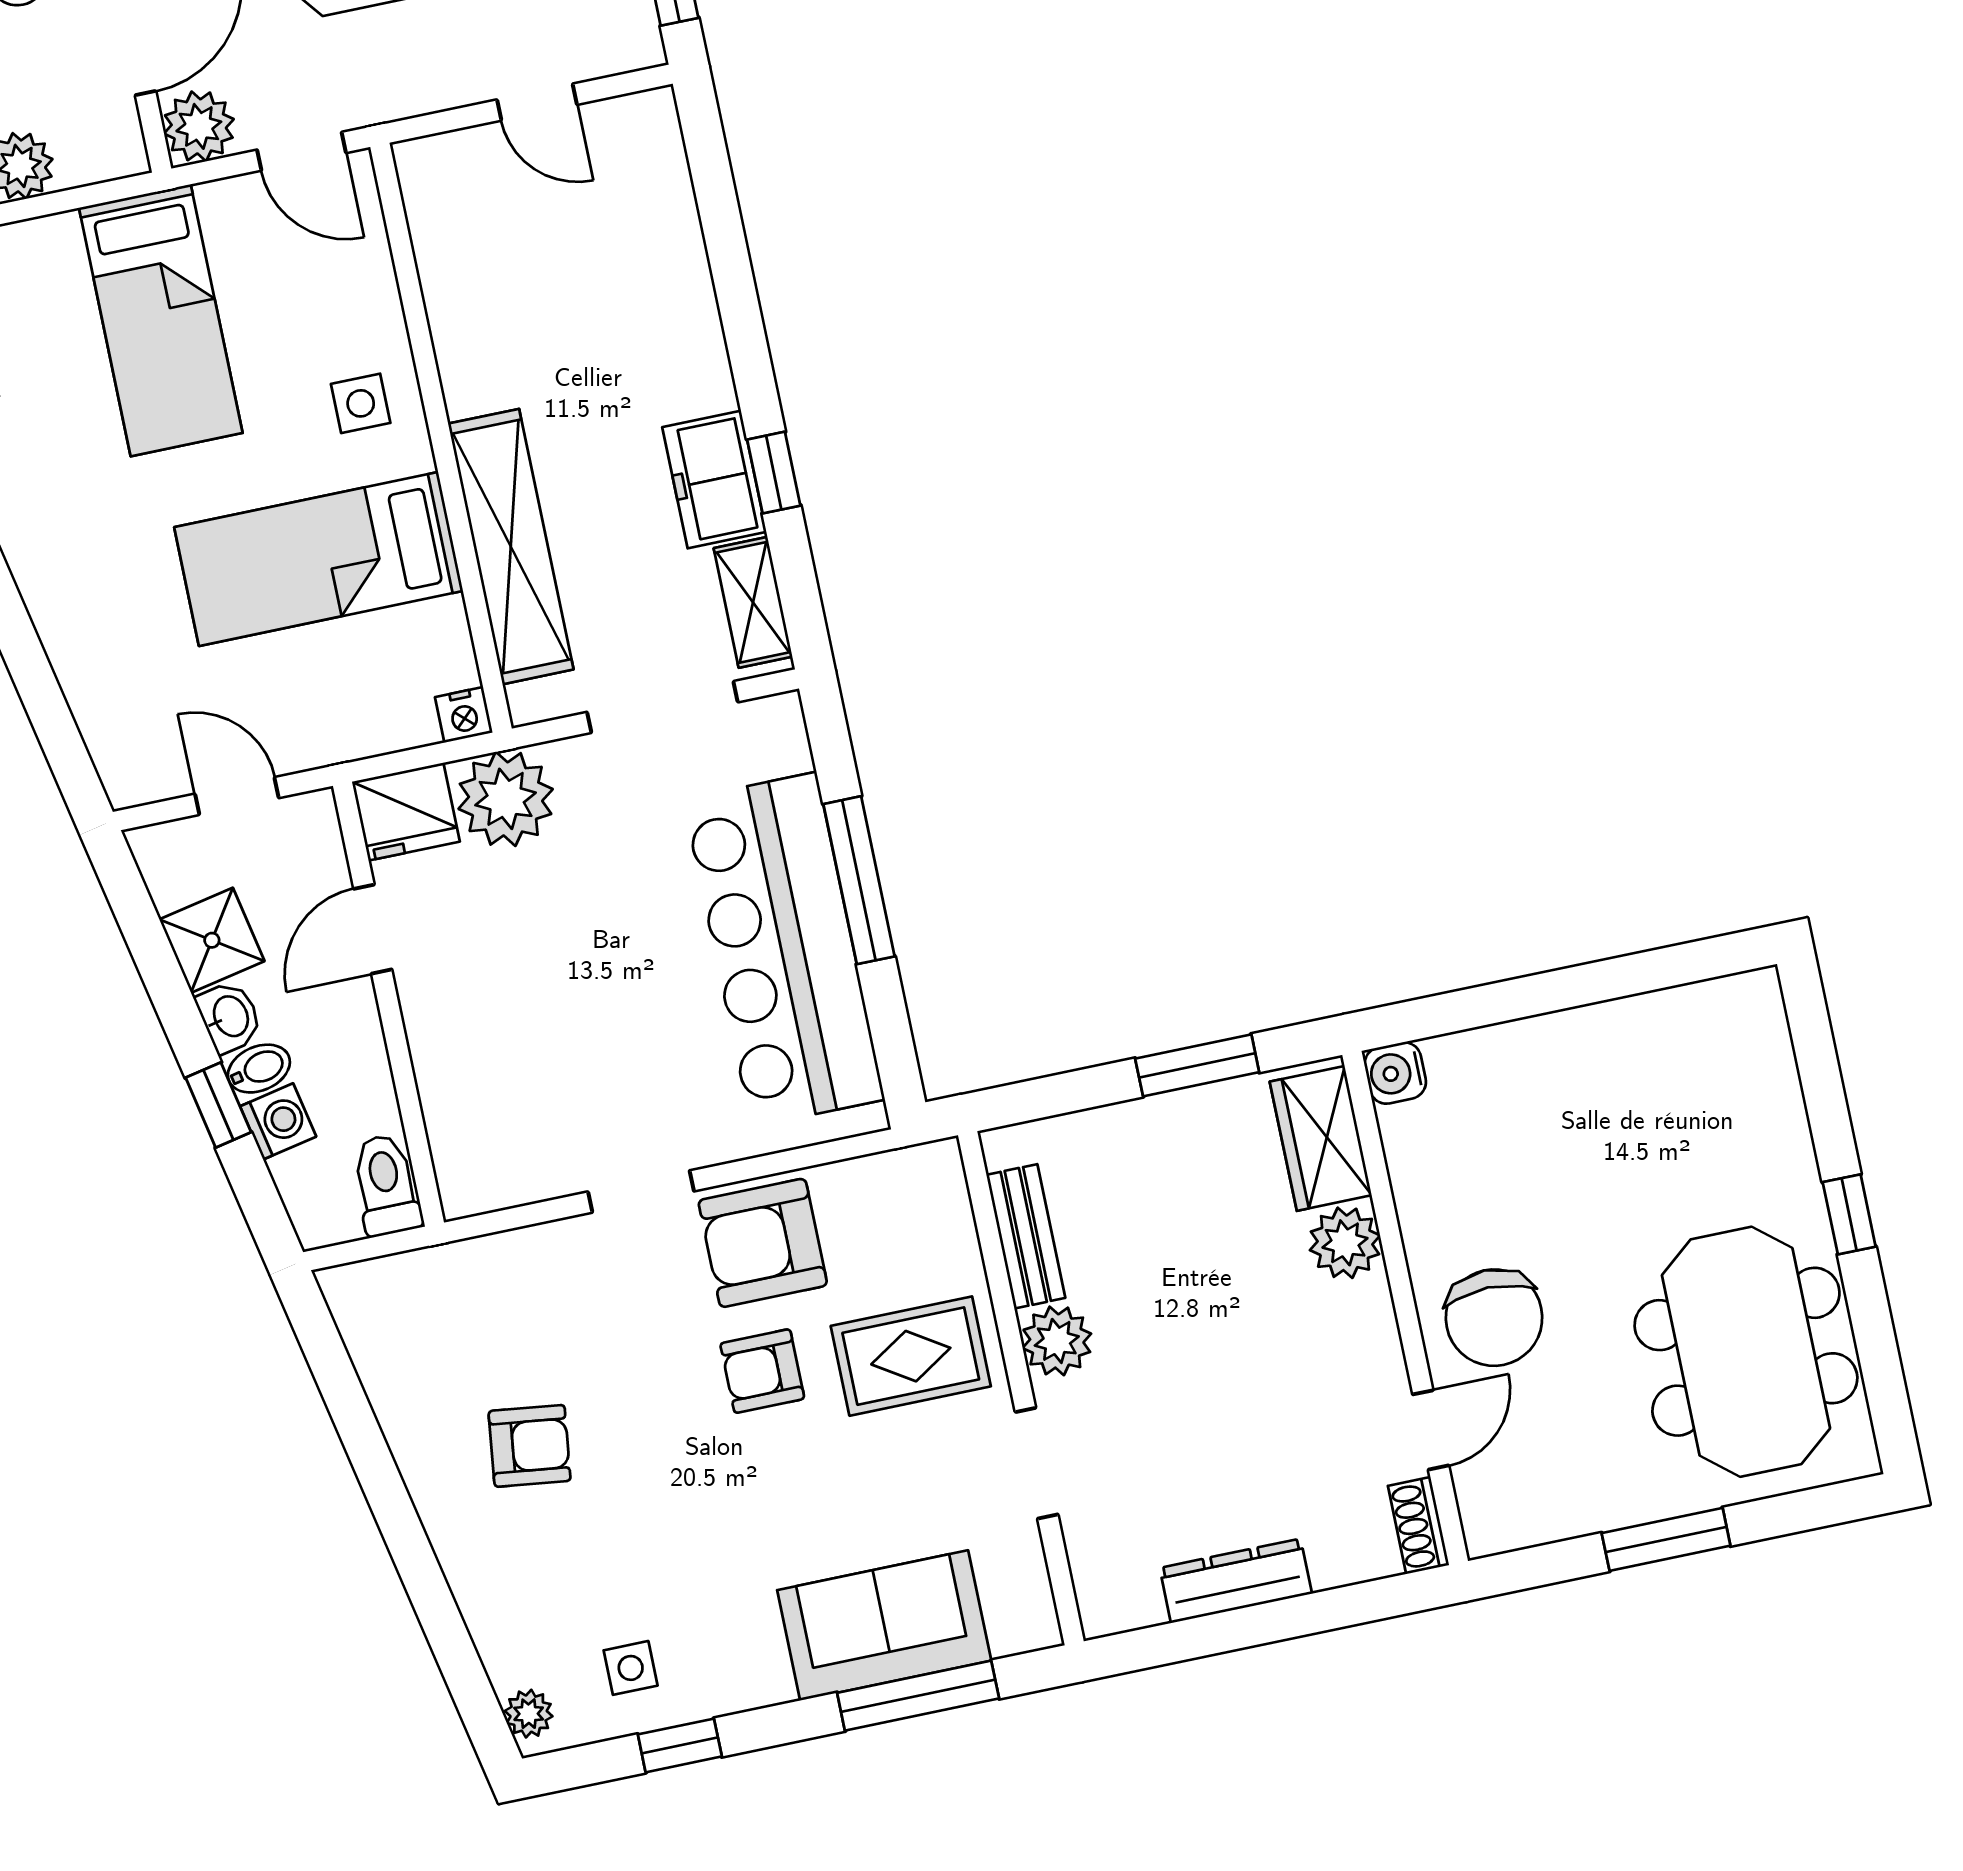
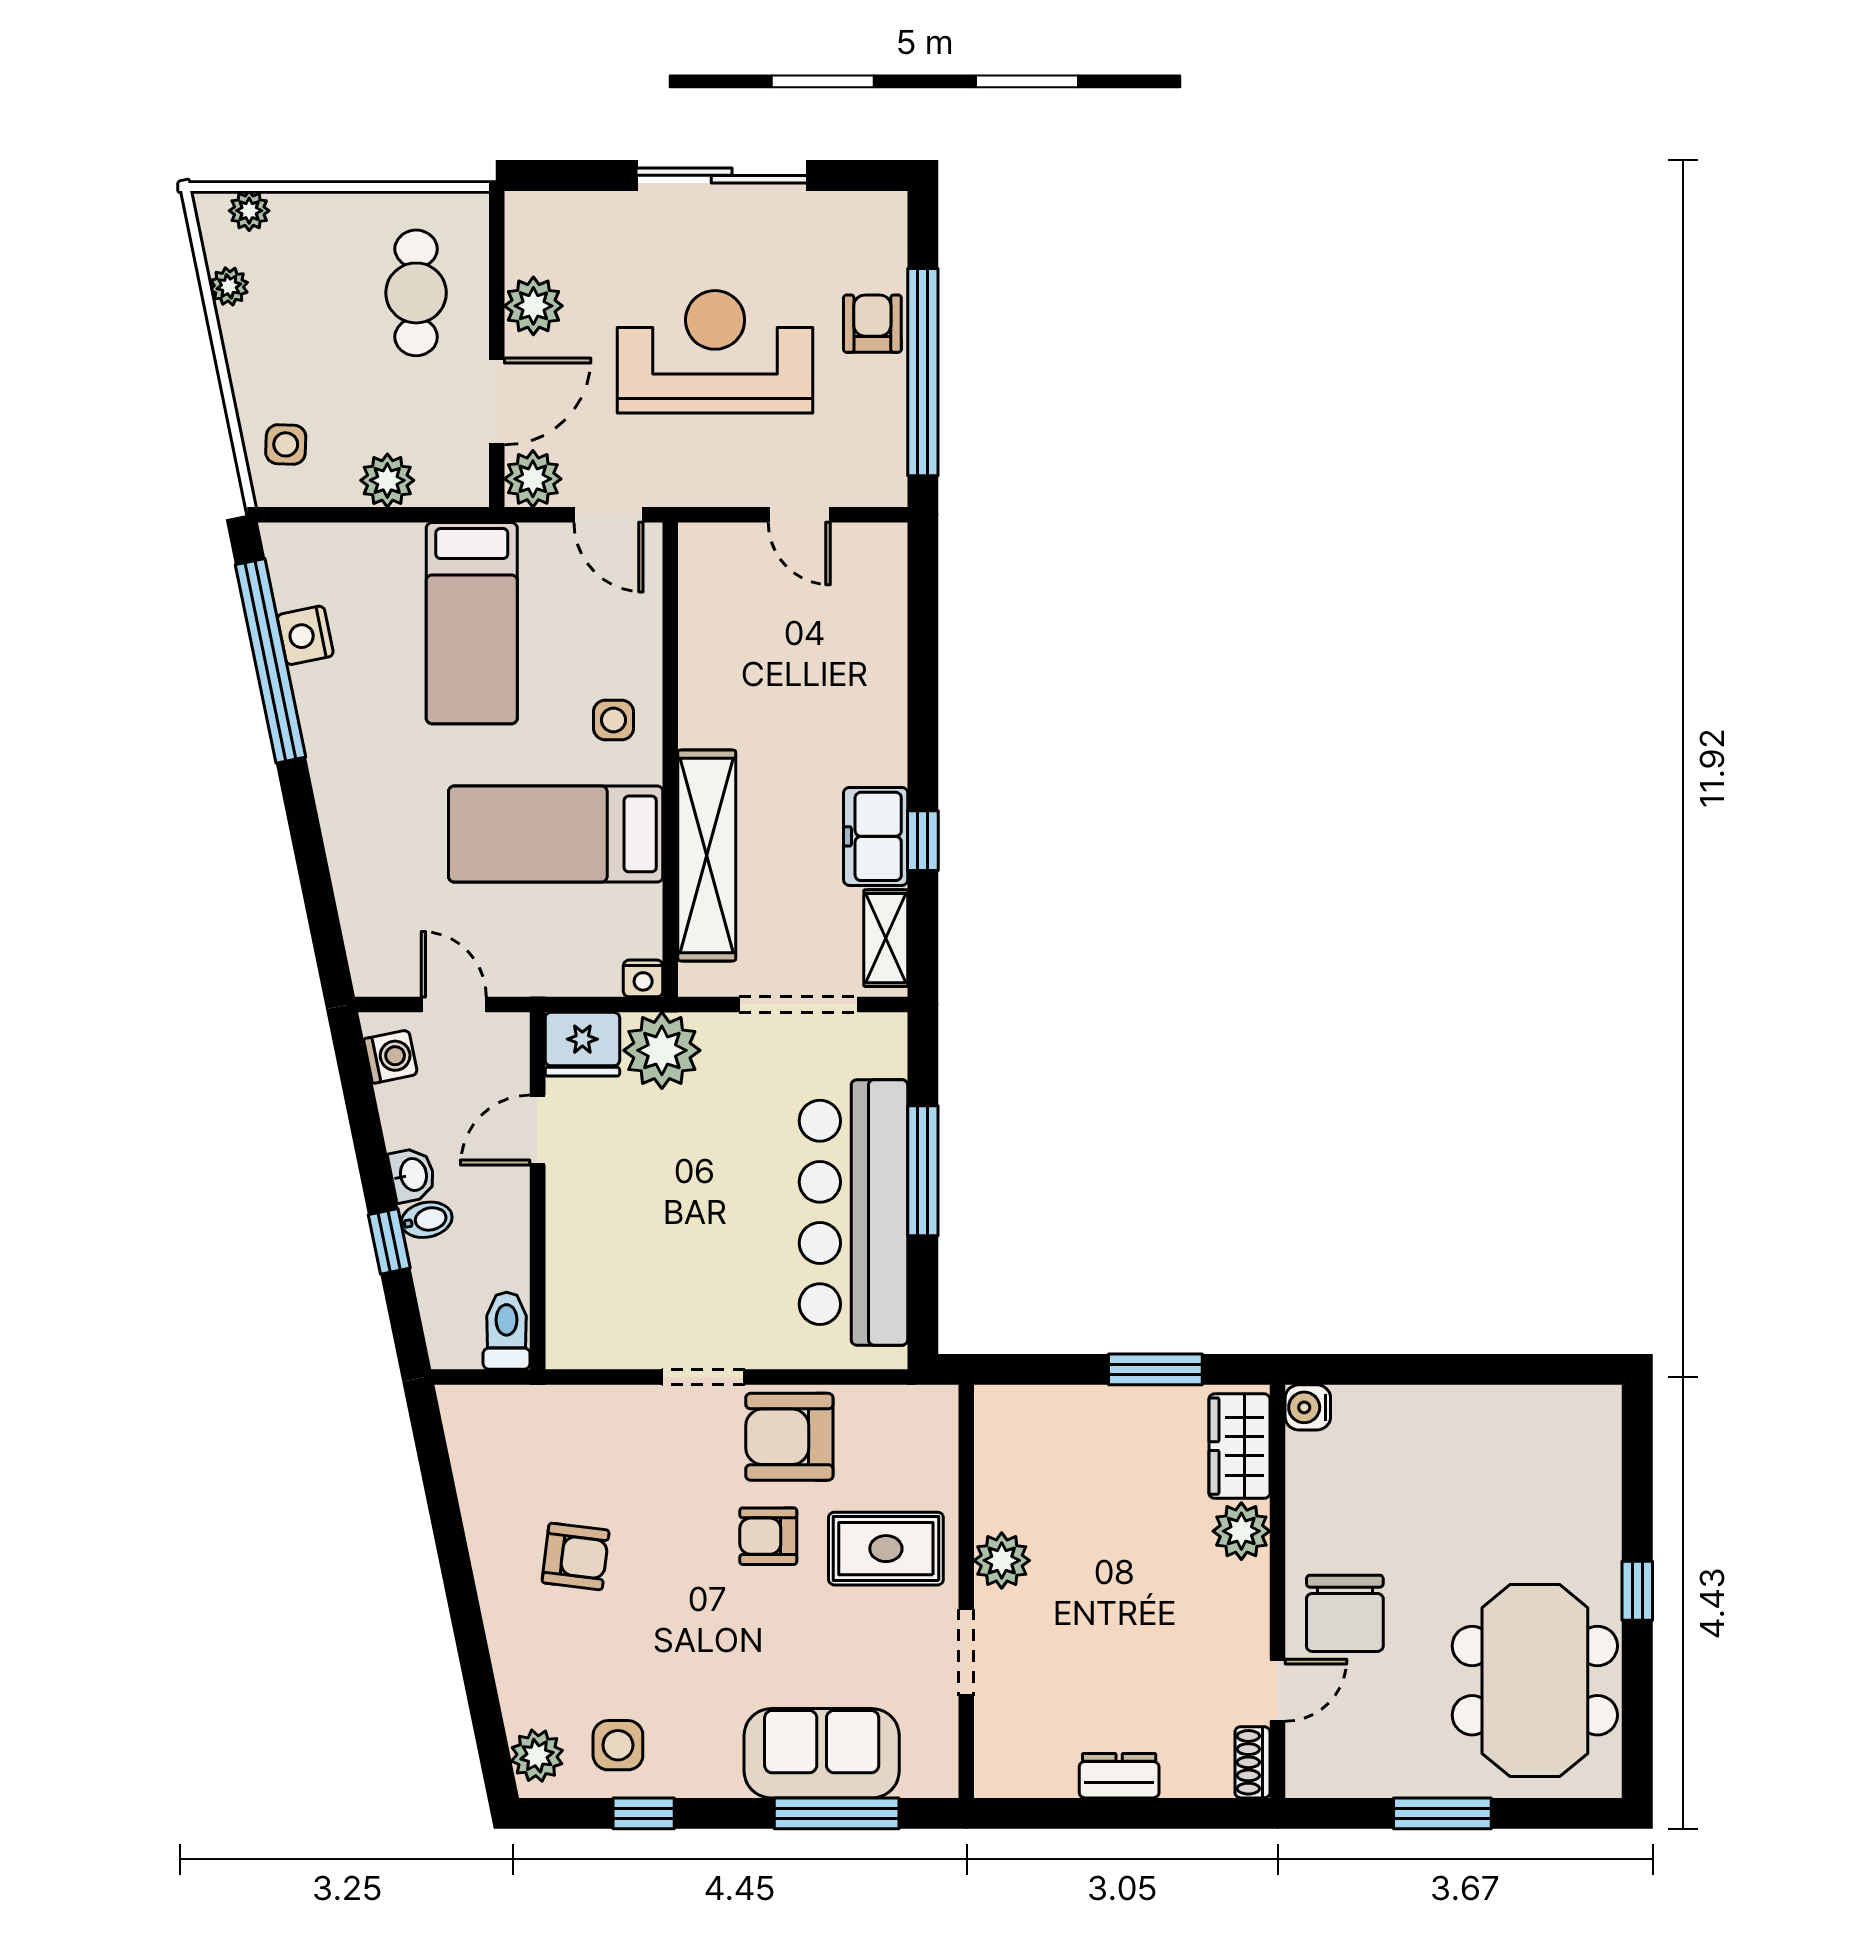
shower: (212, 940) -> (411, 1113), removed
washing machine: (278, 1121) -> (391, 1057), moved
bench: (1026, 1236) -> (995, 1474), removed
dresser: (1236, 1581) -> (1119, 1776), width x0.70
side table: (631, 1668) -> (618, 1745), width x1.37, depth x1.37
plant: (529, 1714) -> (537, 1756), width x1.38, depth x1.38

